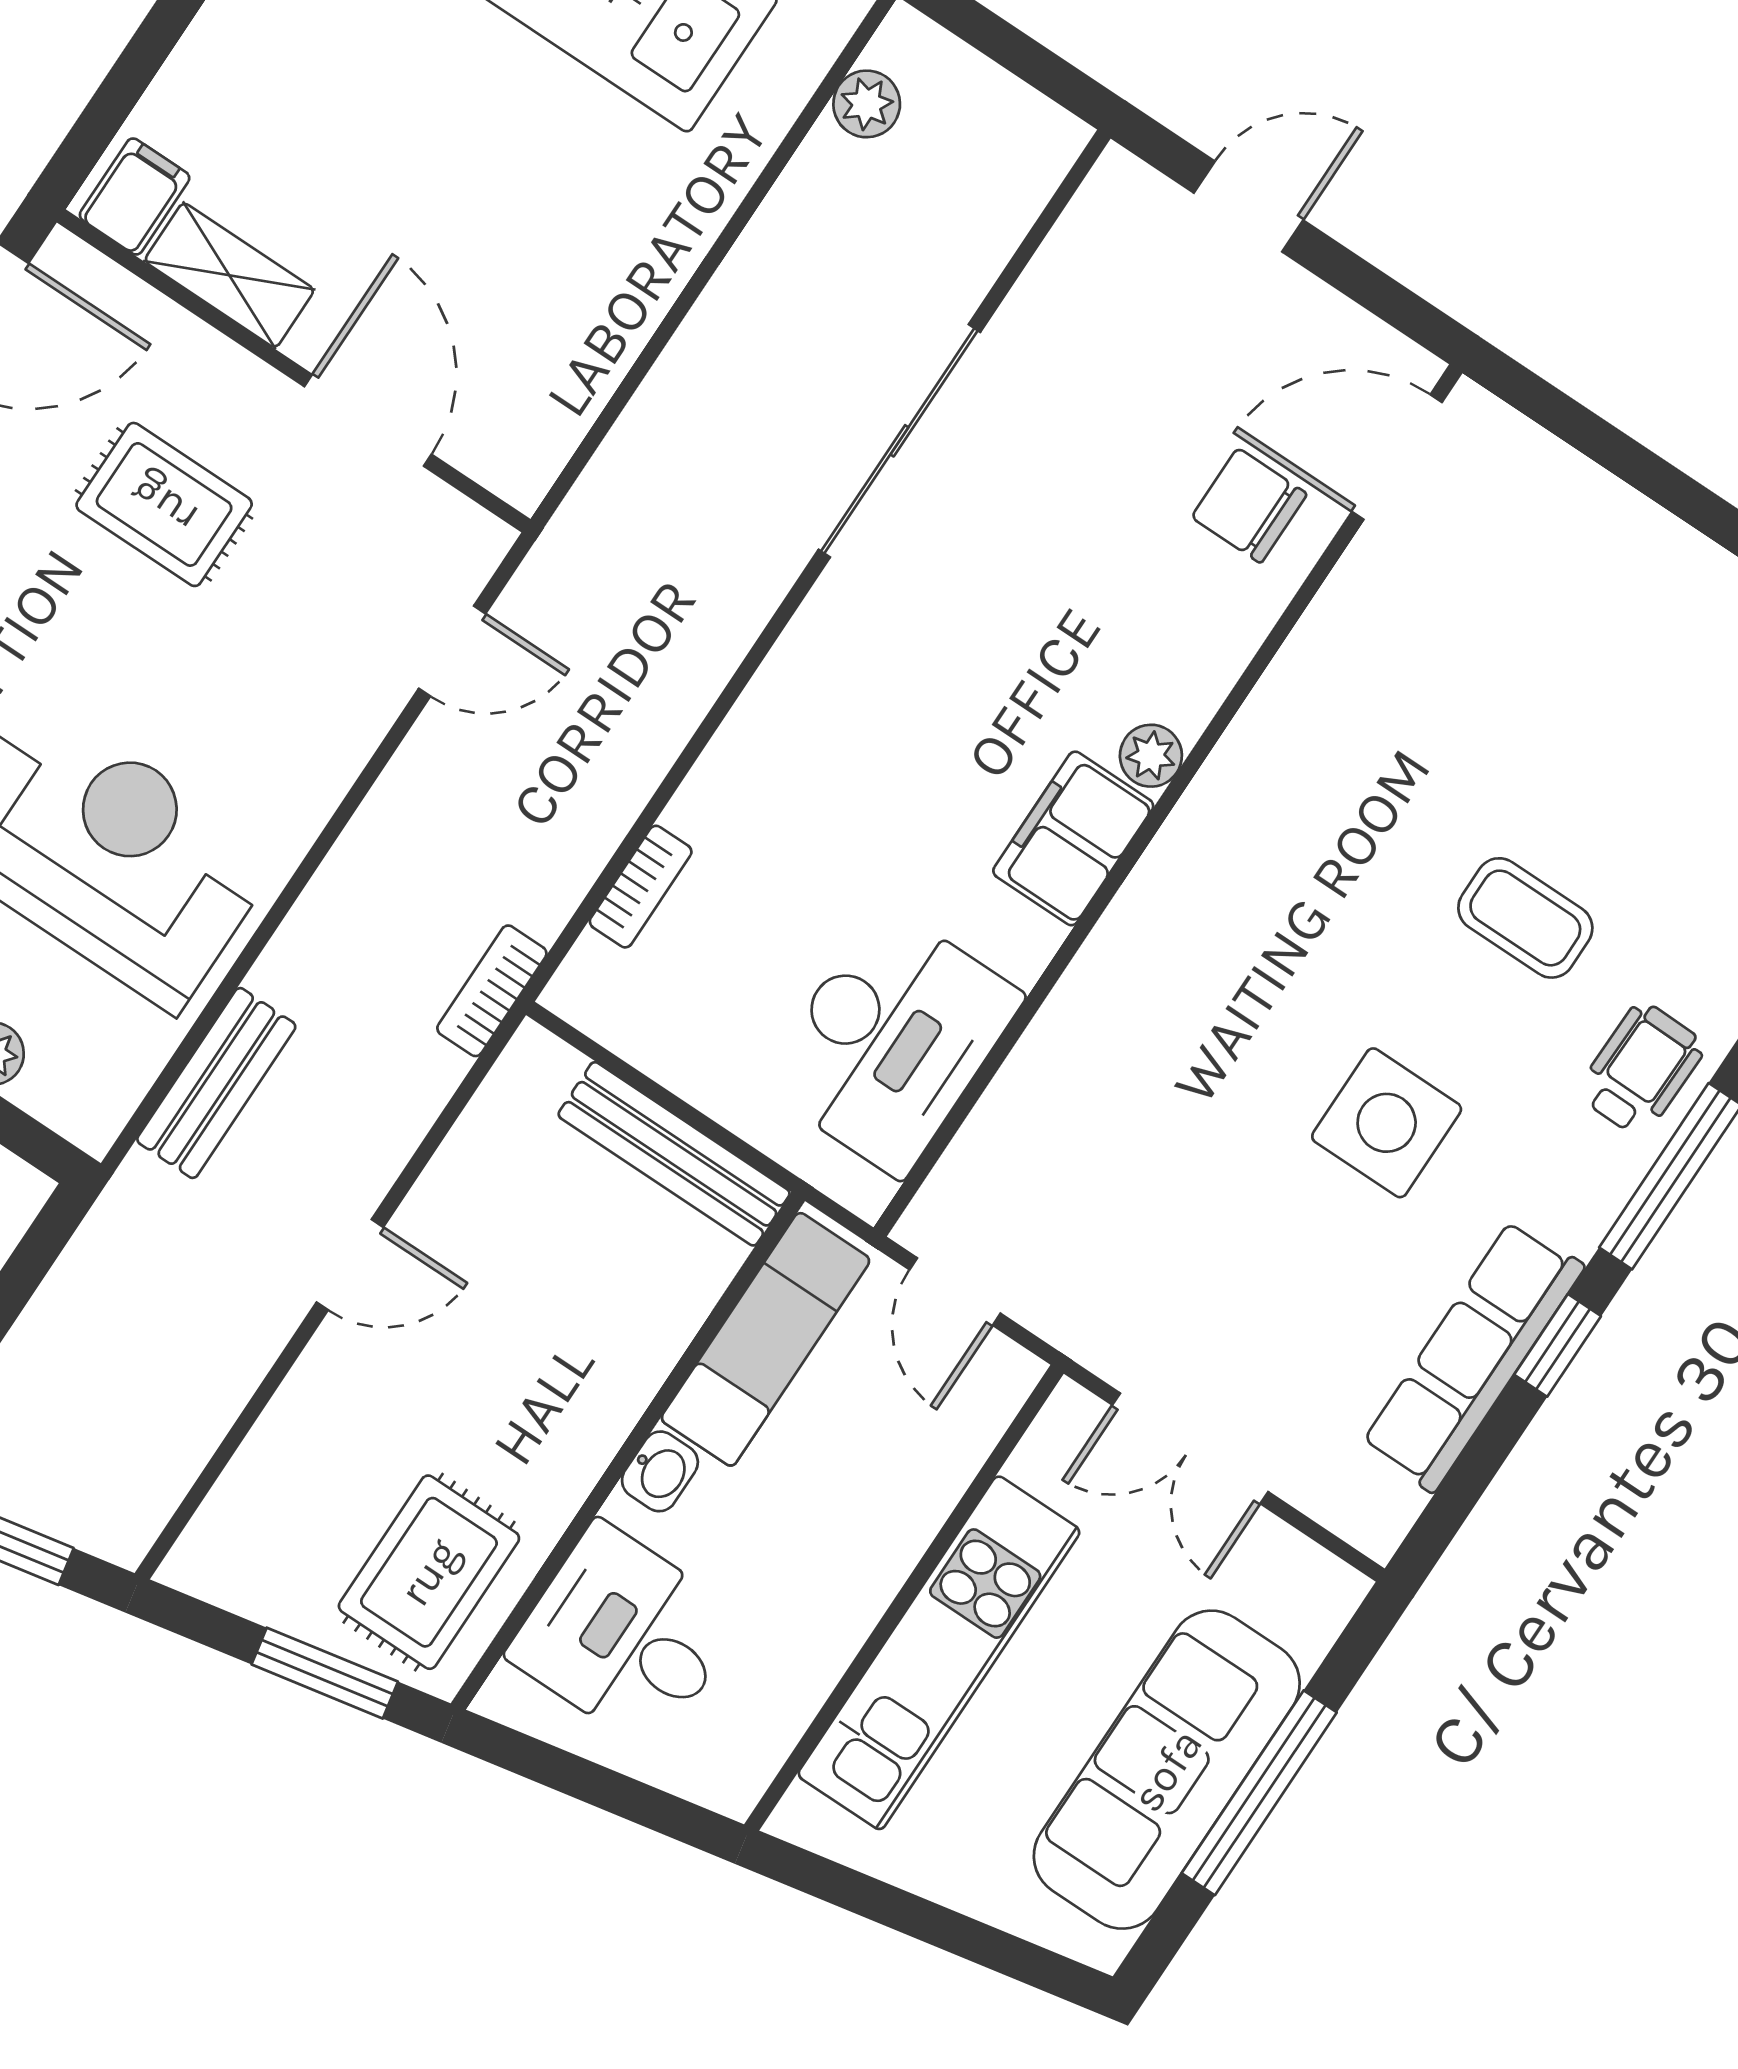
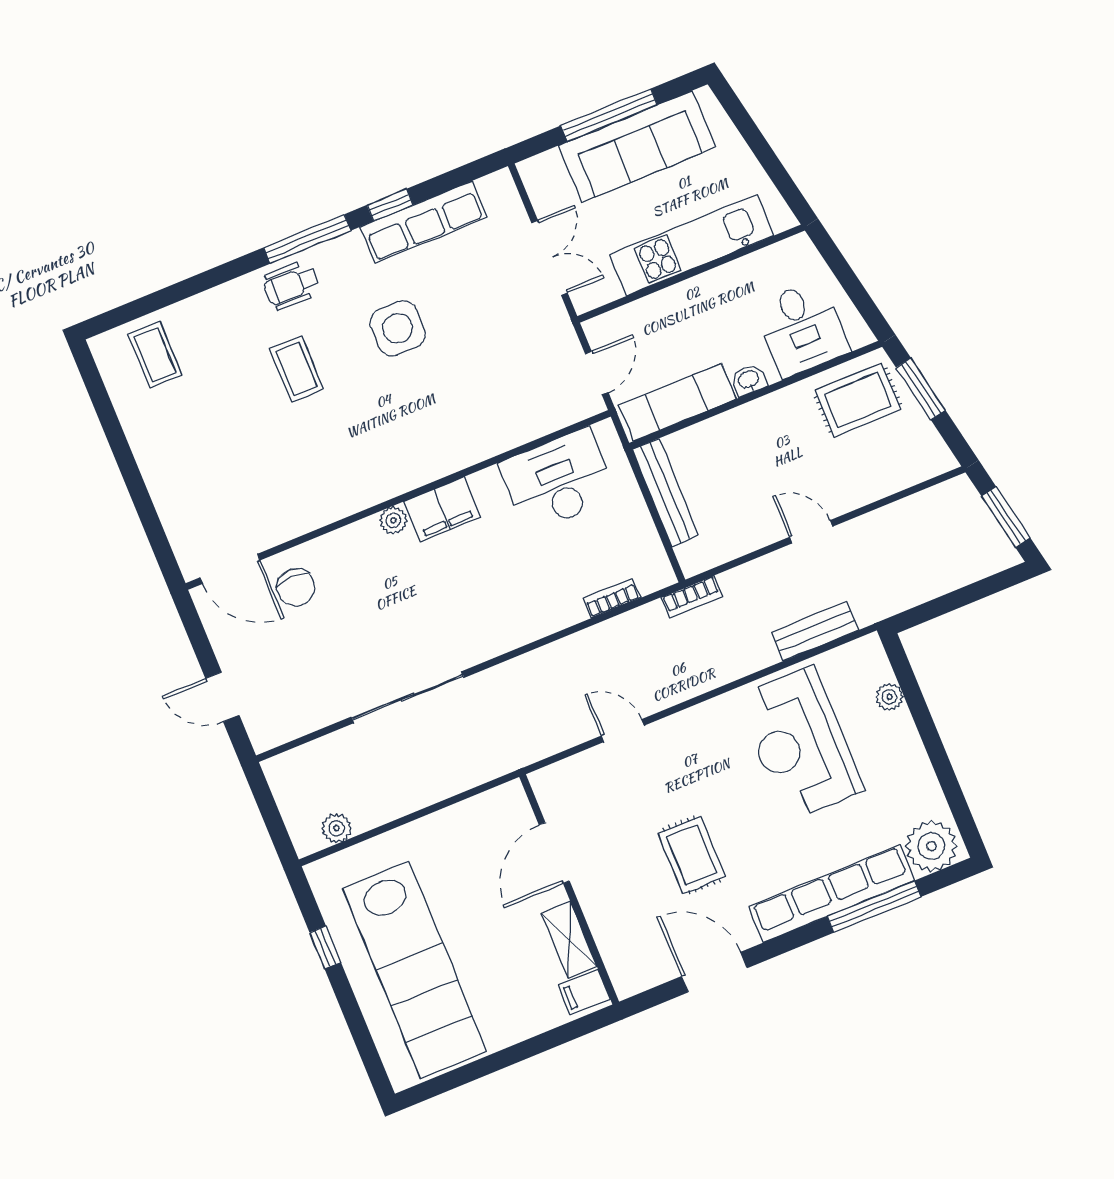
filing cabinet: (135, 197) -> (584, 992), moved
shelving: (229, 275) -> (569, 940), moved
wall: (294, 371) -> (569, 889), moved
door: (368, 420) -> (554, 853), moved

